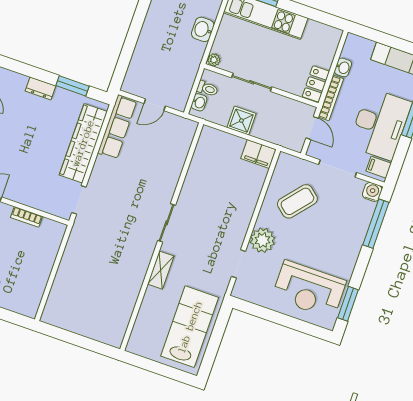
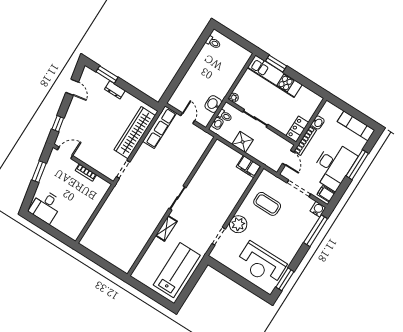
washbasin: (203, 29) -> (213, 104), moved
window: (72, 86) -> (107, 75), moved
door: (155, 105) -> (188, 118), swing flipped
coffee table: (297, 201) -> (267, 204), turned 50

